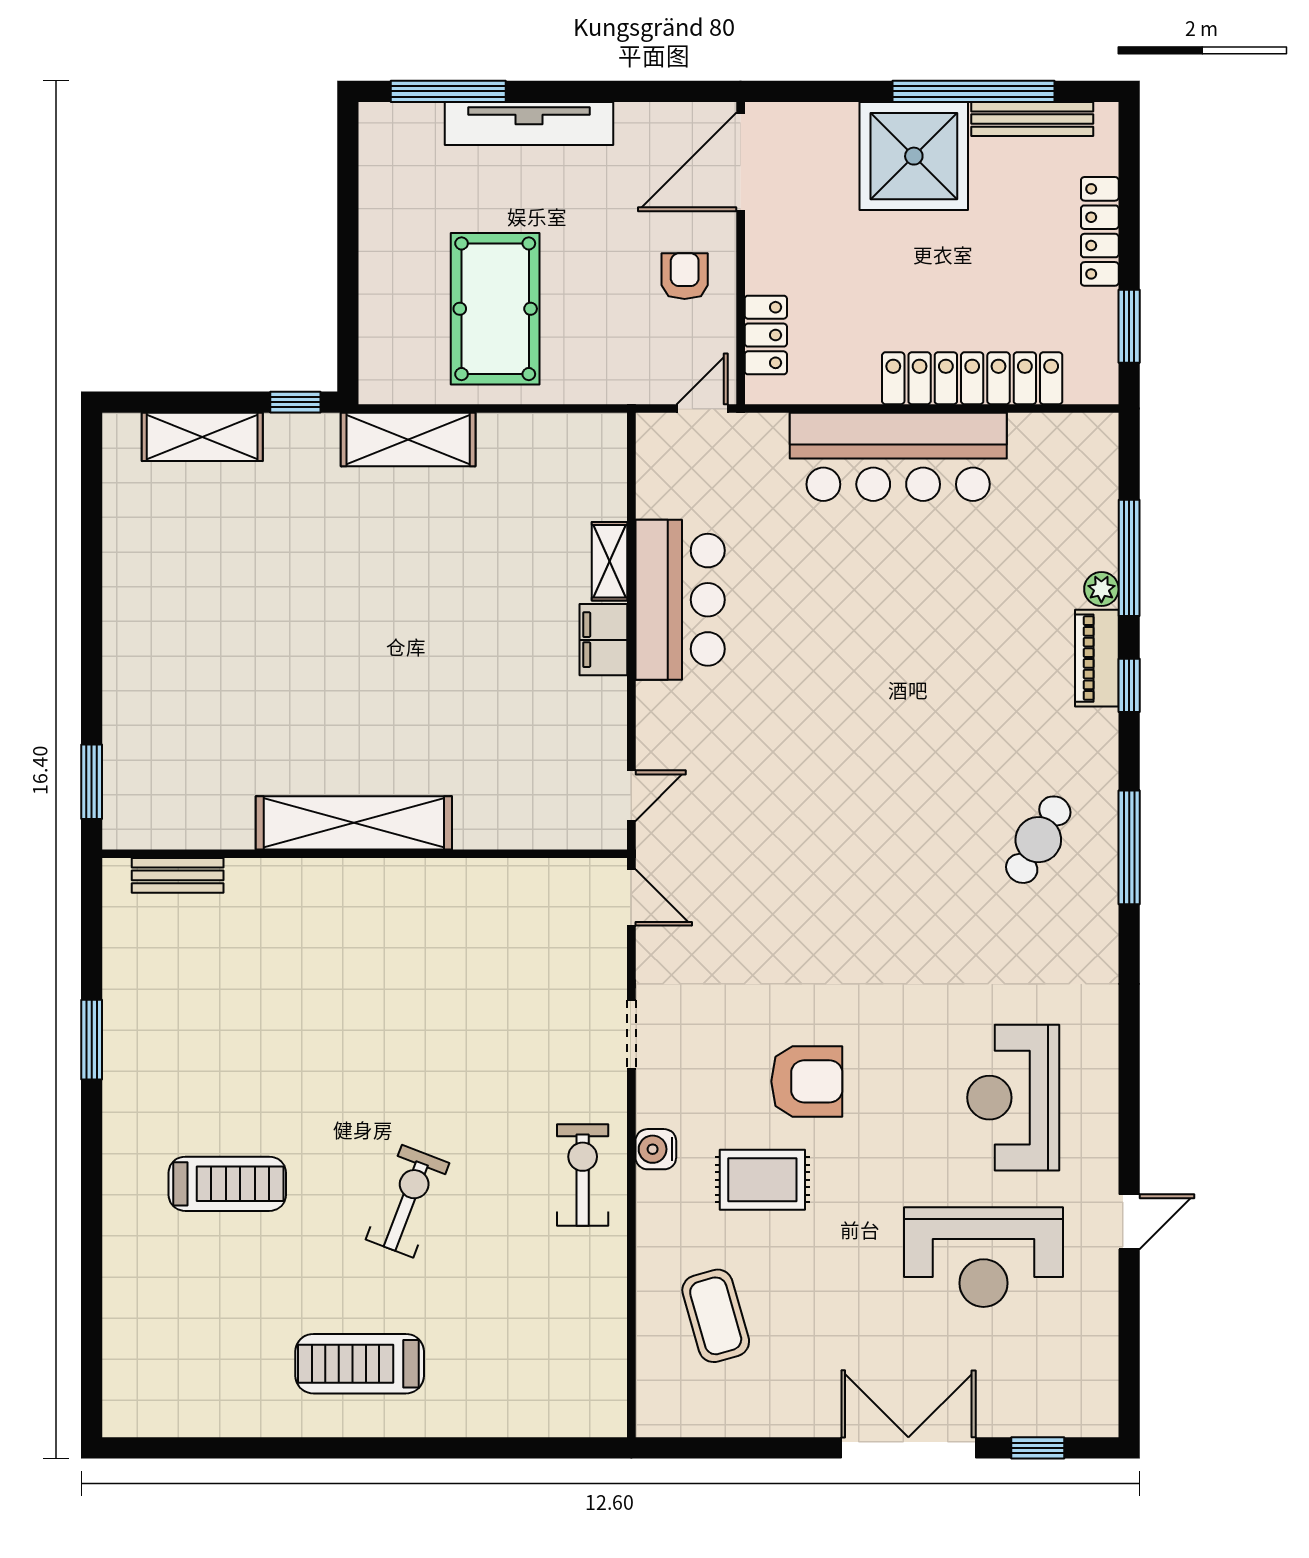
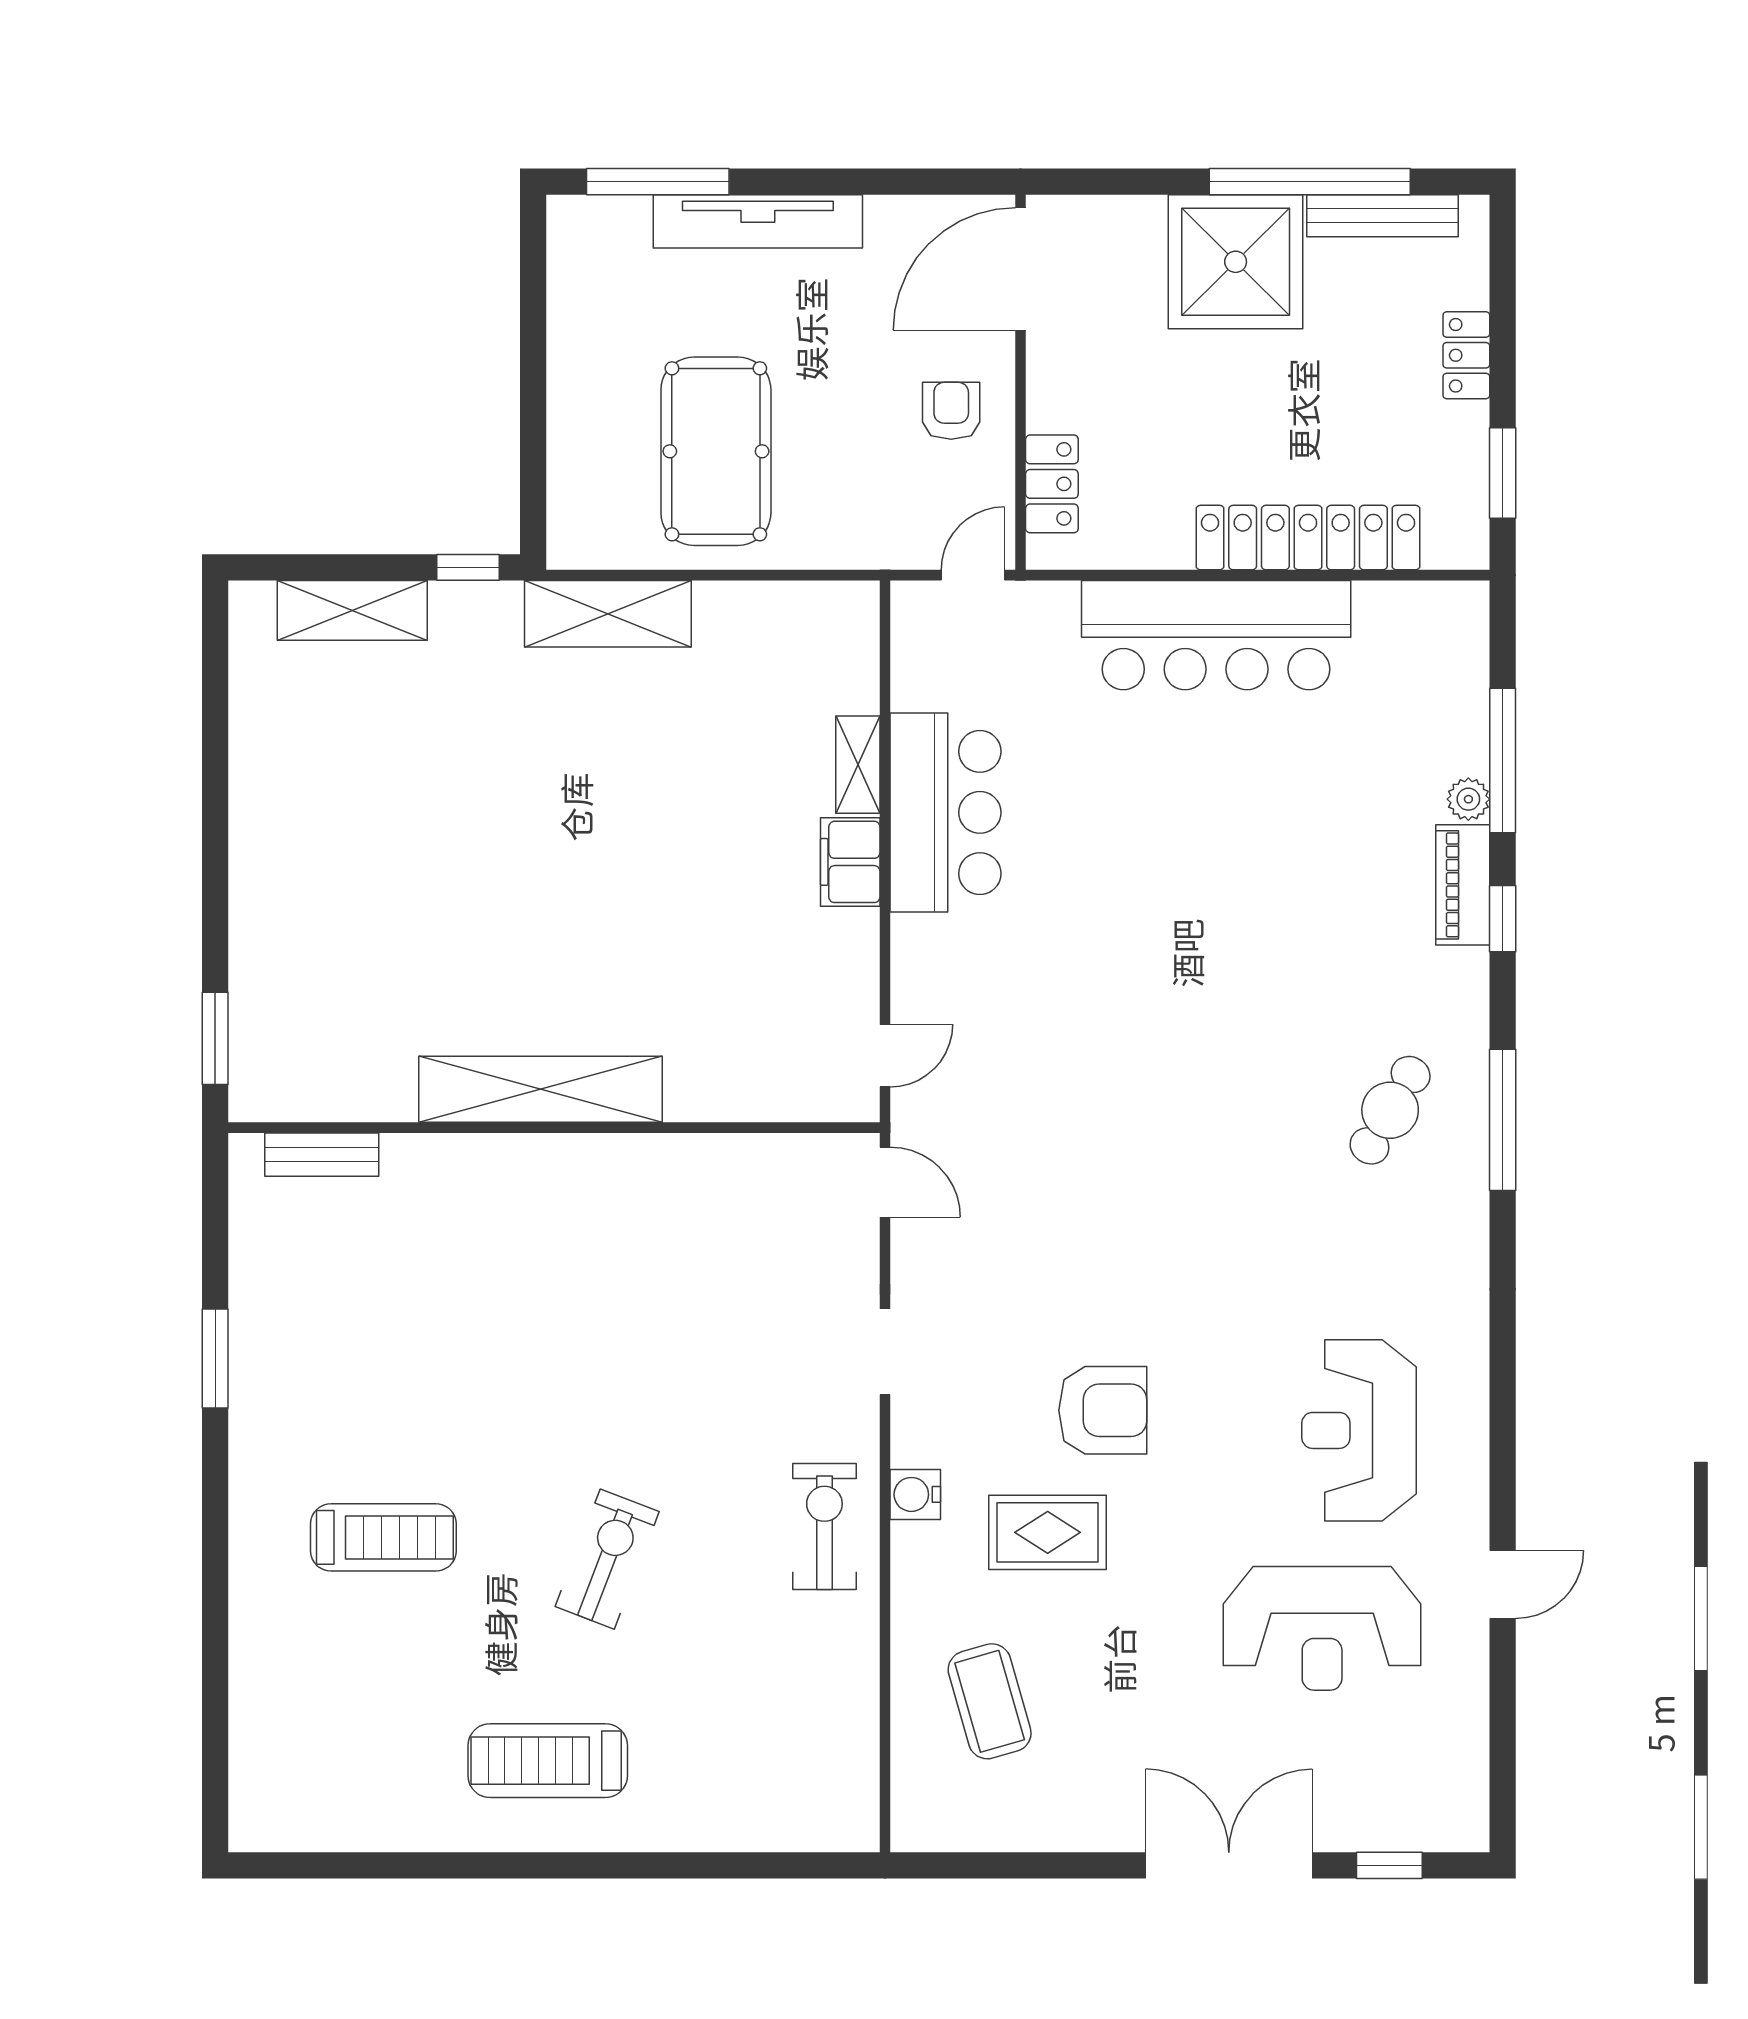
locker: (1100, 231) -> (1466, 355), width x0.66

